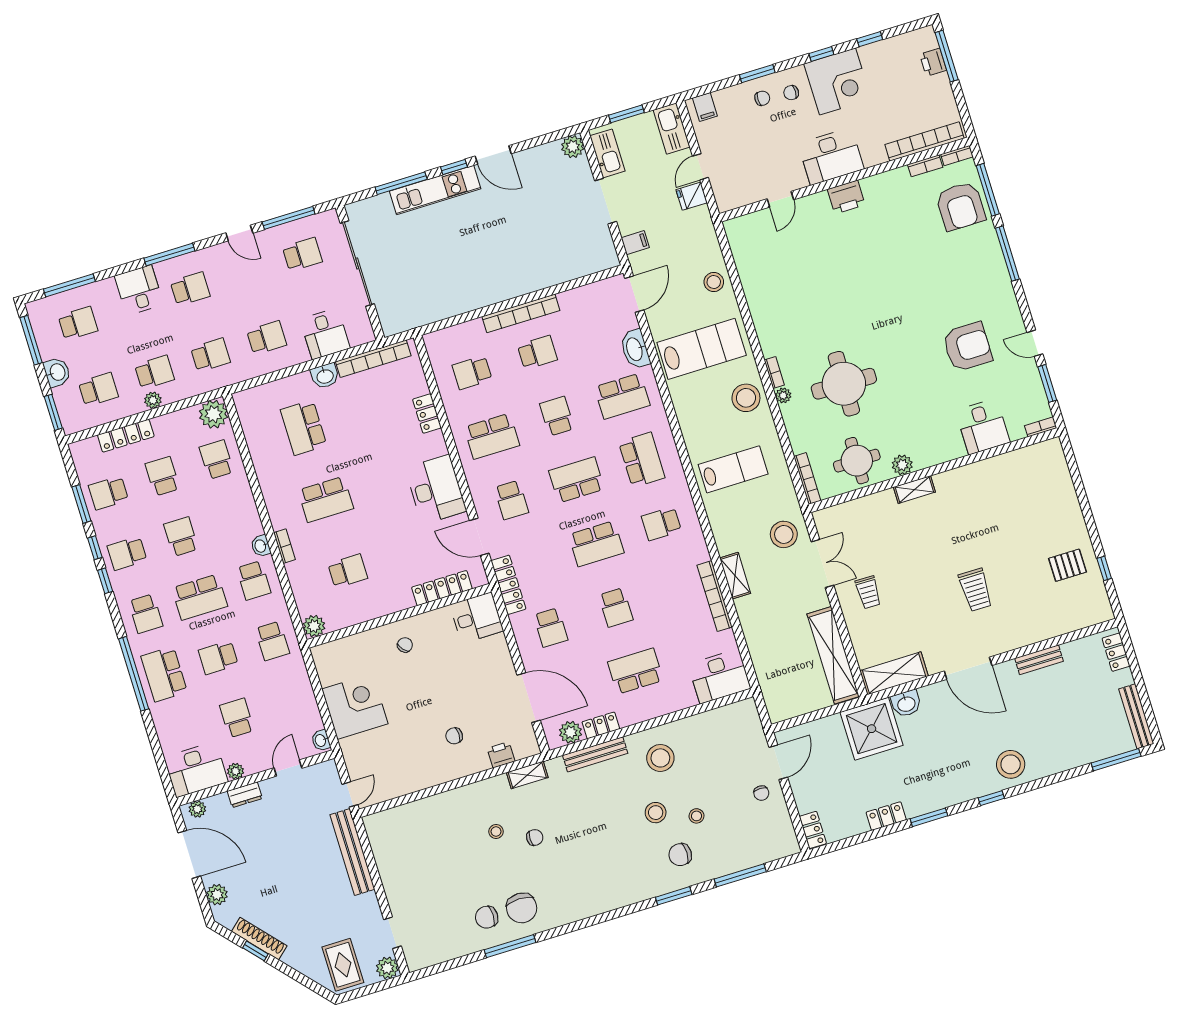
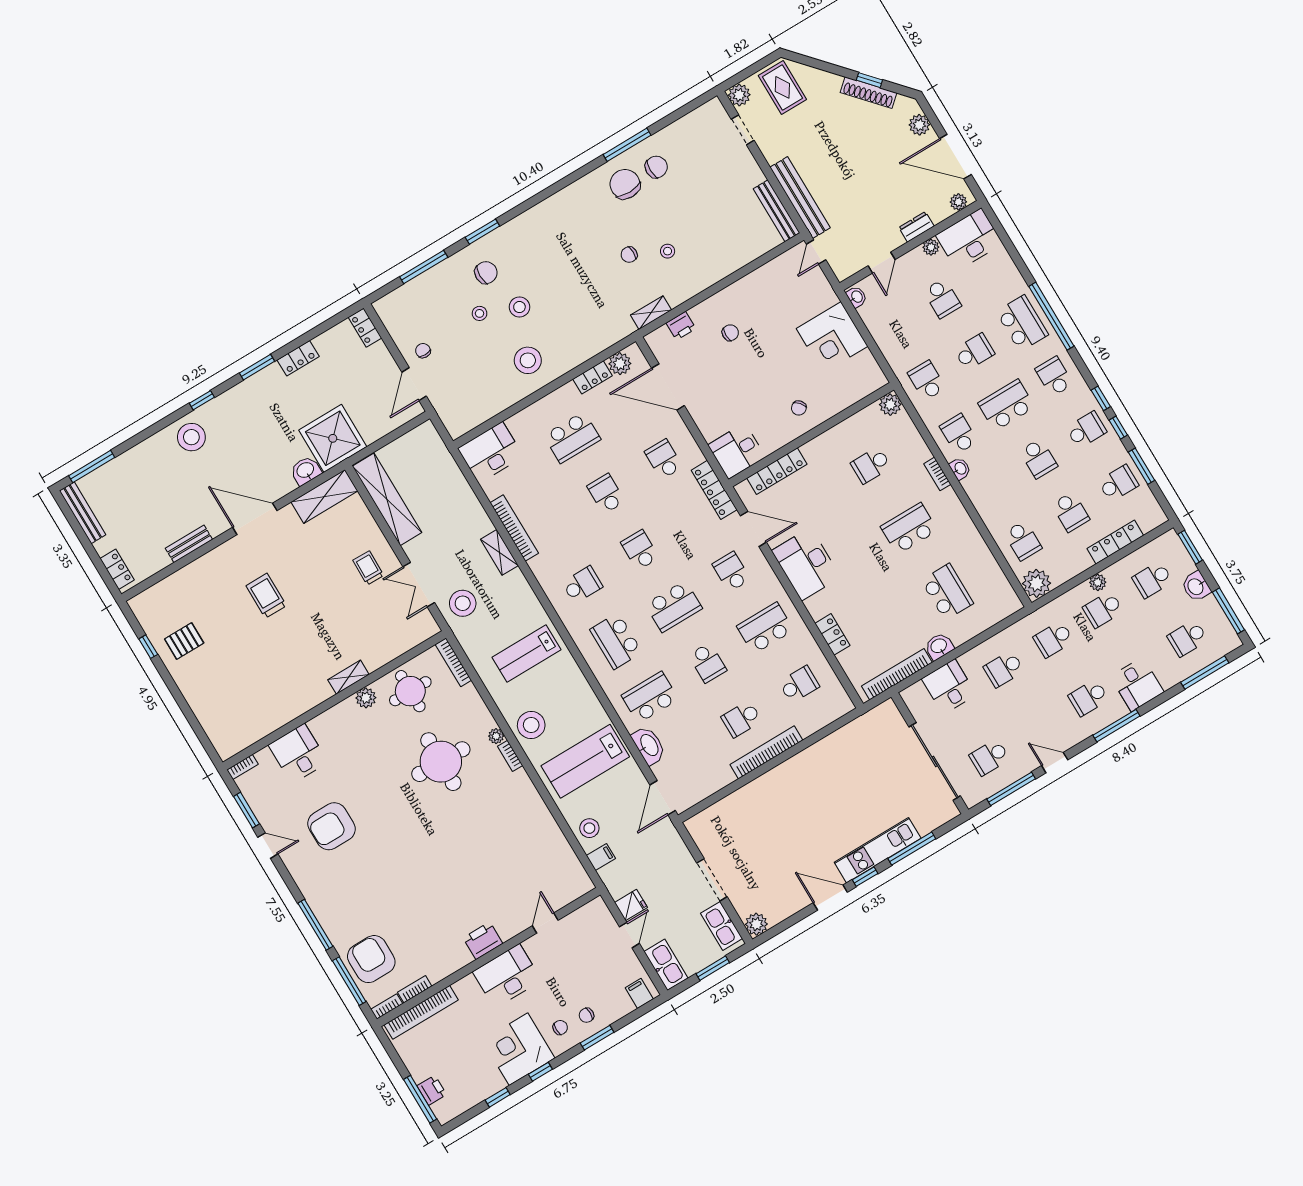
filing cabinet: (635, 243) -> (601, 857), moved, turned 180
school desk: (596, 544) -> (640, 550), width x0.54
bench: (595, 754) -> (777, 211), moved, turned 90

